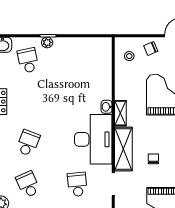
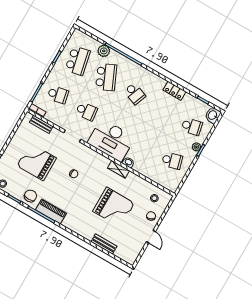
school desk: (77, 60) -> (172, 161), added
shelving: (123, 149) -> (93, 157), removed
school desk: (28, 184) -> (106, 77), width x1.85

